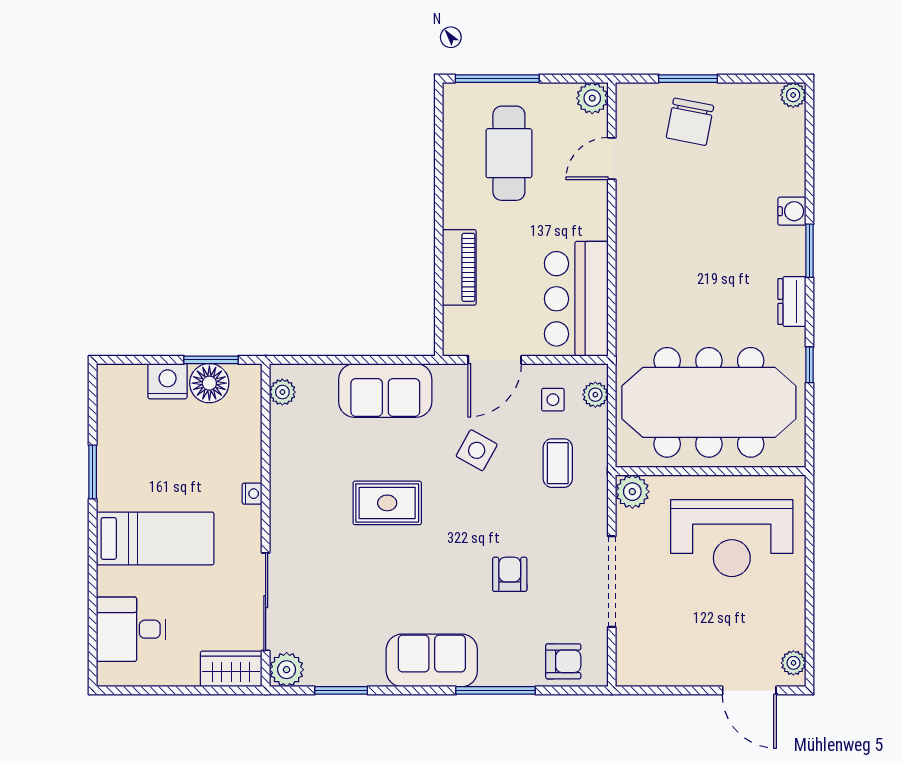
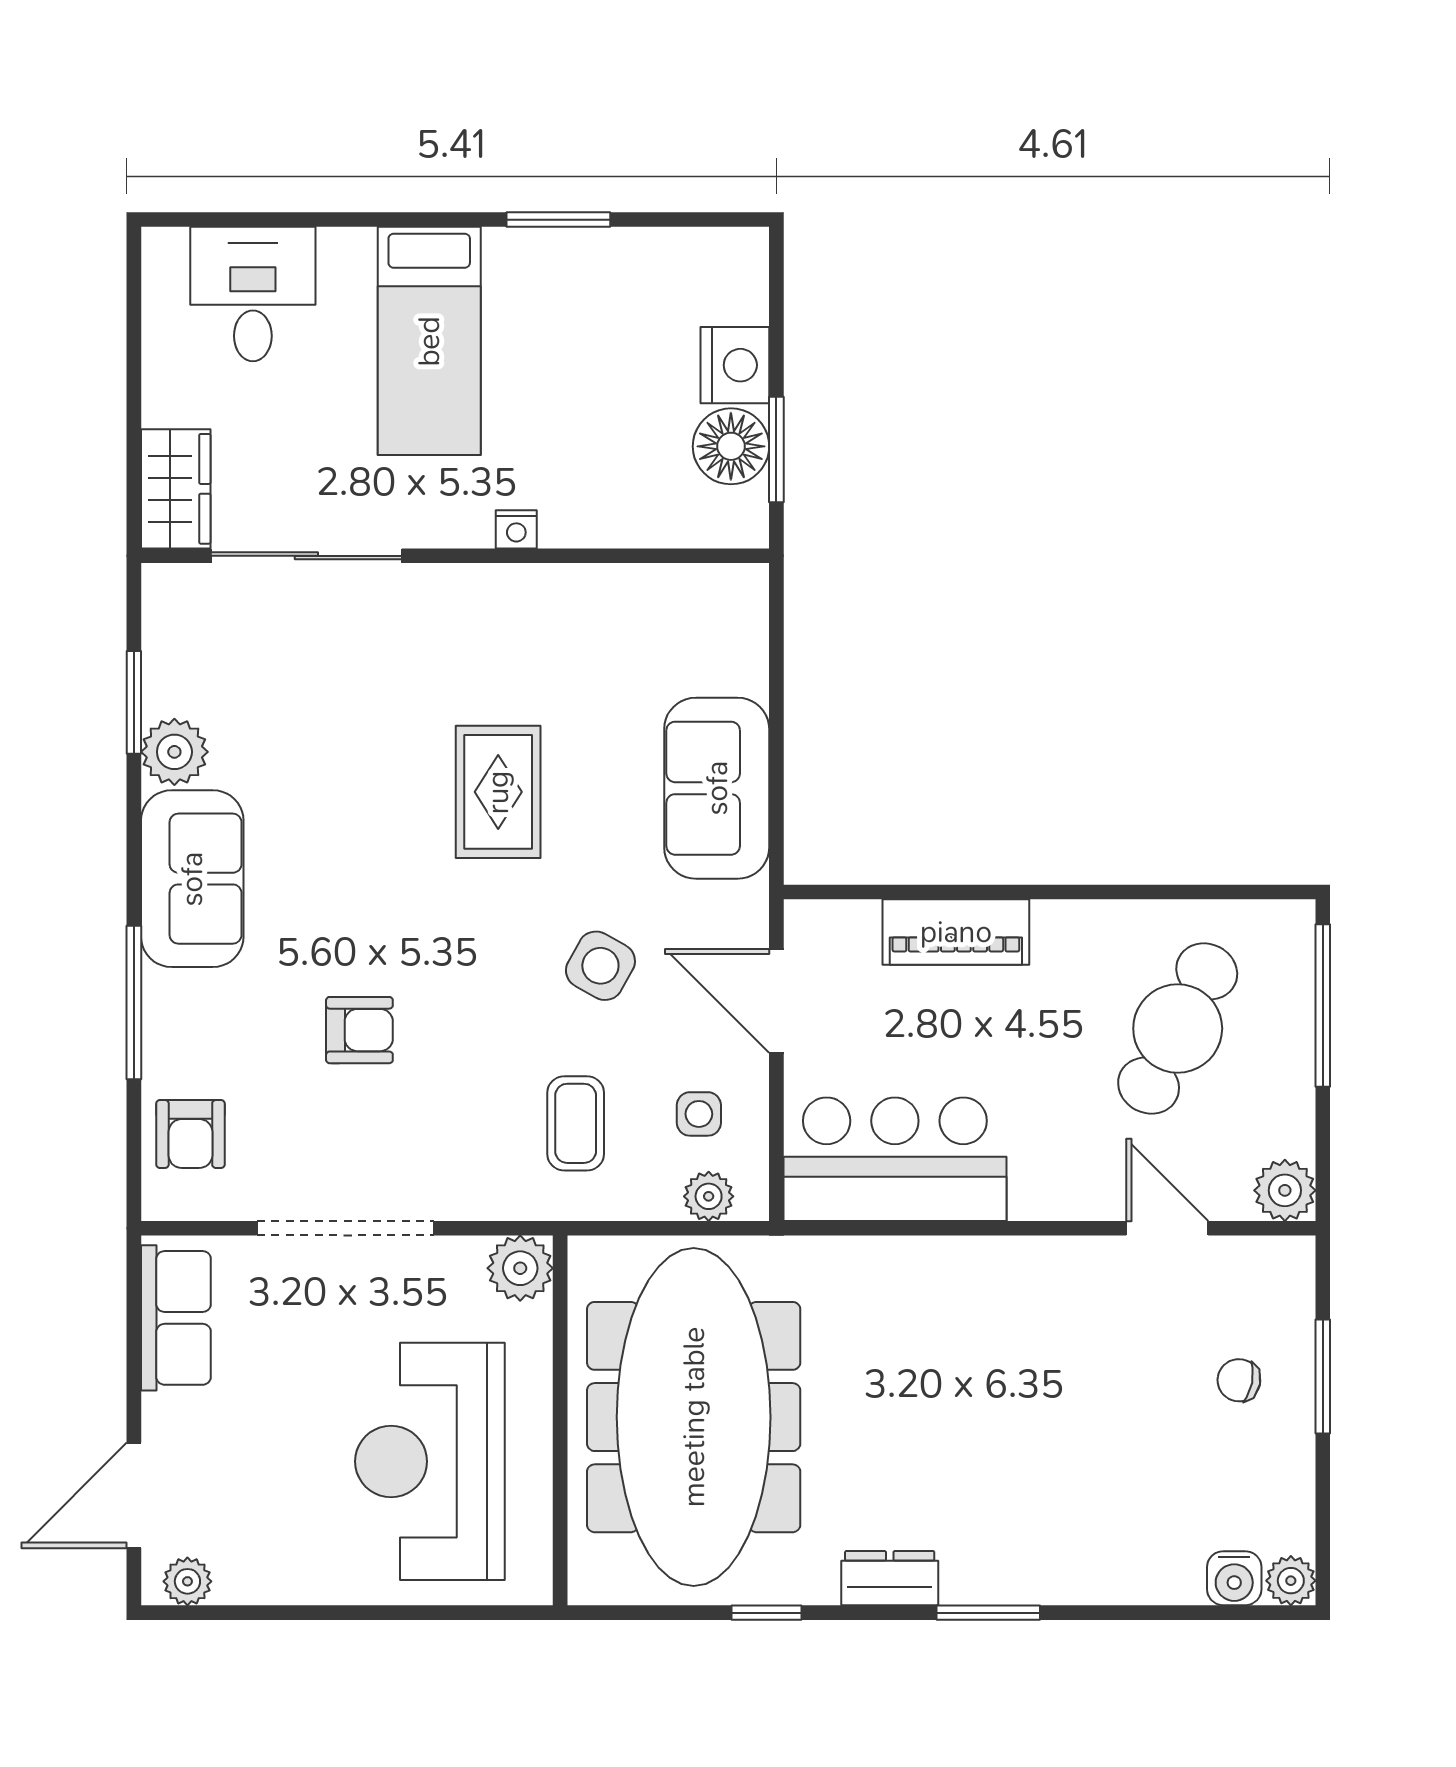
chair: (690, 122) -> (1239, 1380), width x0.54, depth x0.54
cafe table: (509, 153) -> (1178, 1028), turned -63
water cooler: (792, 211) -> (1234, 1578), moved
plant: (282, 392) -> (714, 588), removed
coffee table: (558, 463) -> (576, 1123), turned 90
row of seats: (658, 669) -> (176, 1318), added
plant: (287, 670) -> (174, 752), moved

